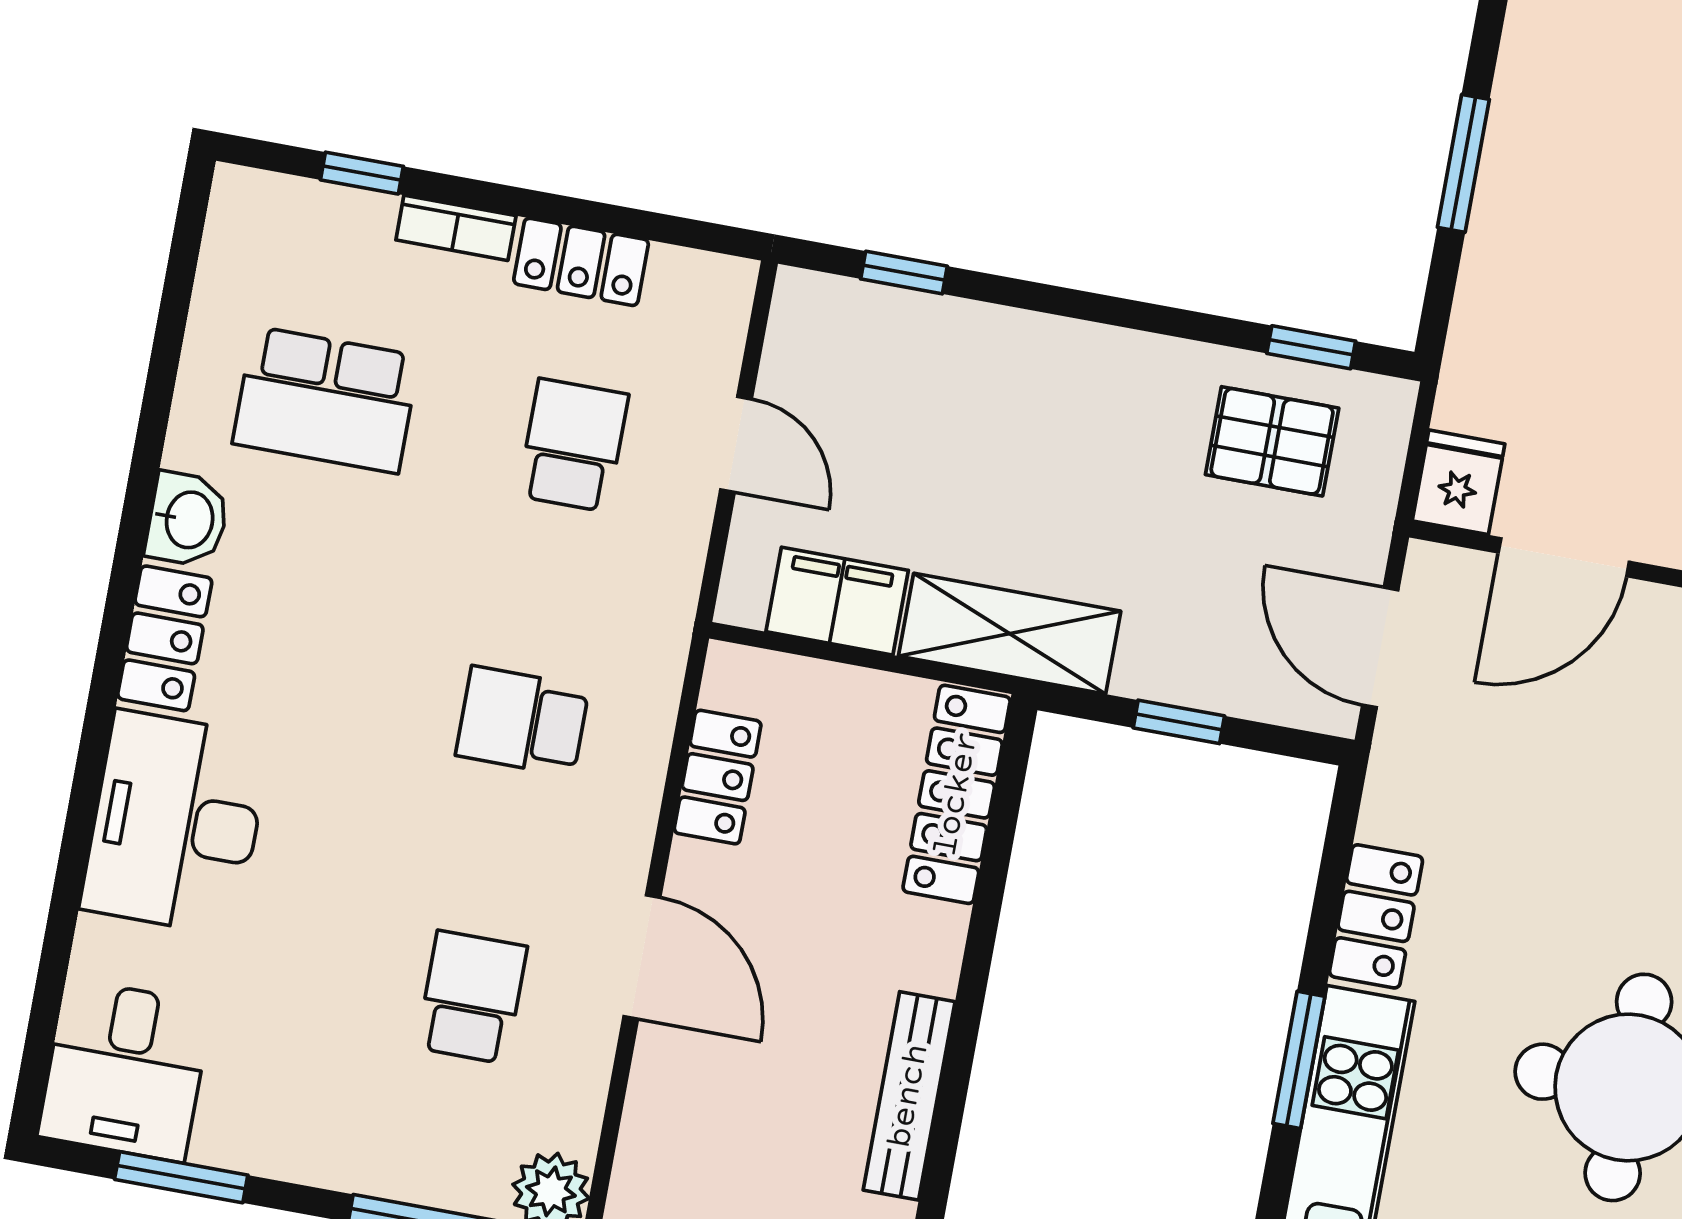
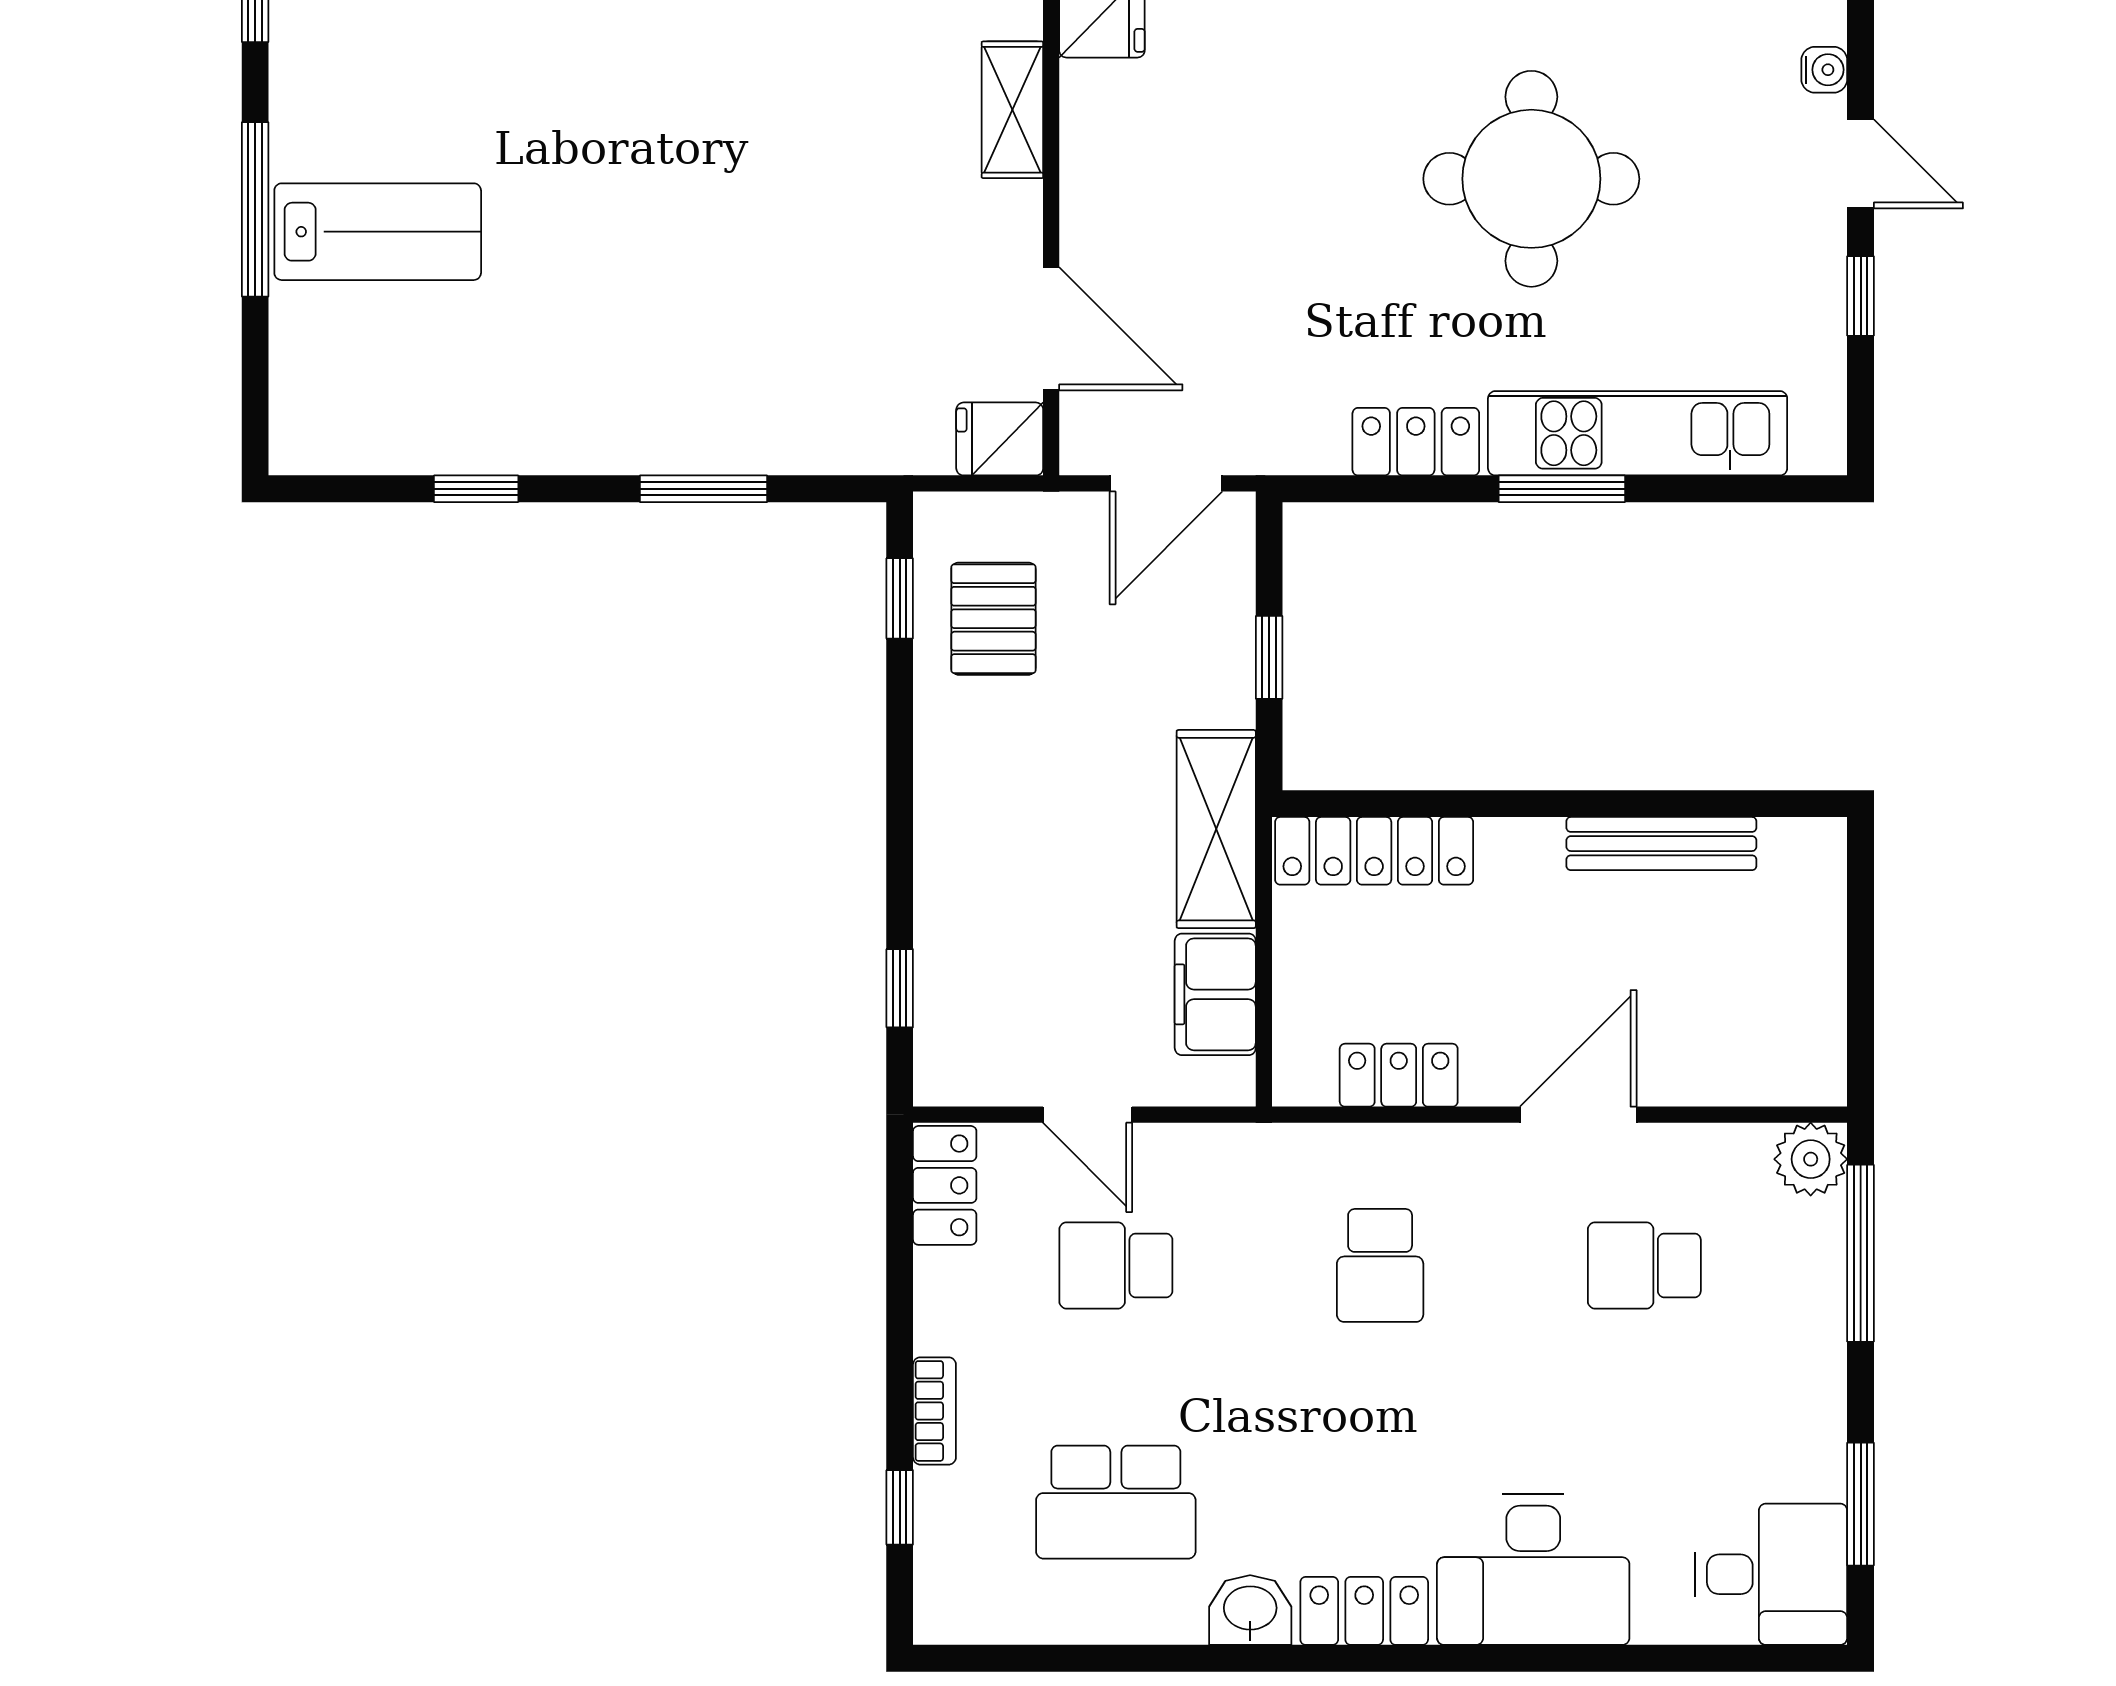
locker: (581, 262) -> (945, 1185), moved
school desk: (326, 400) -> (1116, 1502), turned 90
door: (736, 444) -> (1087, 1115), swing flipped

